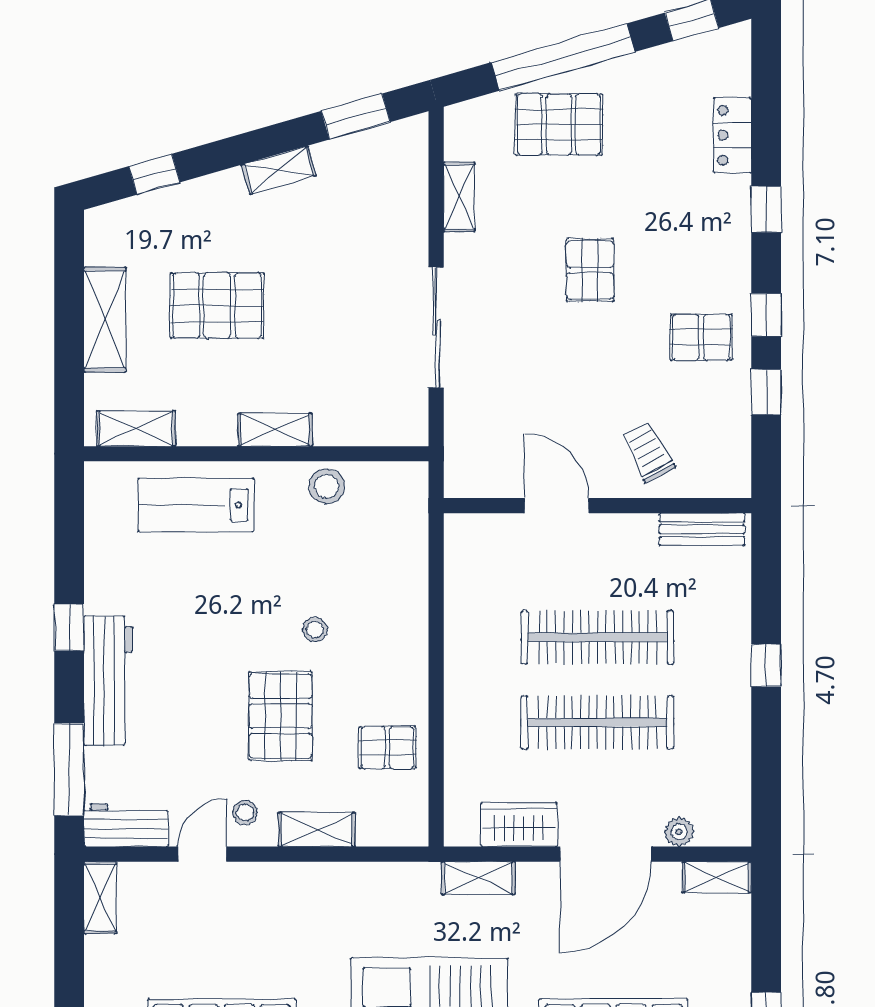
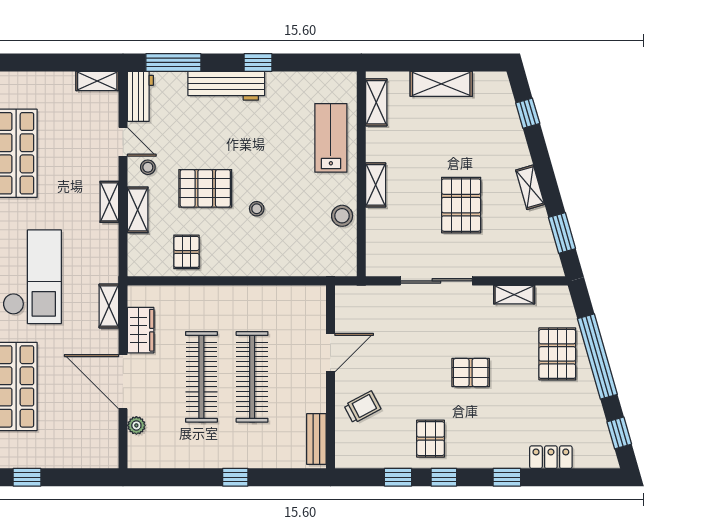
pallet: (217, 306) -> (461, 205), moved
shelving: (717, 877) -> (109, 202), moved

